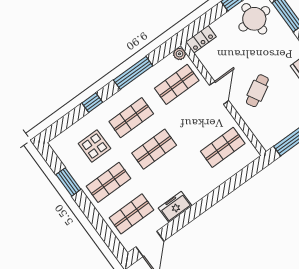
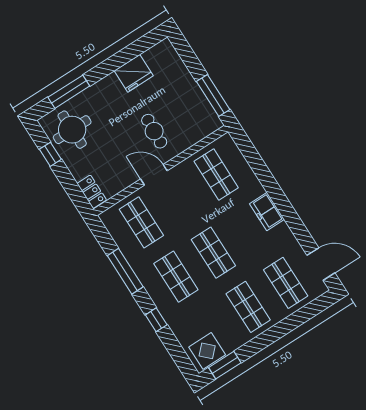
plant: (179, 54) -> (107, 217), removed
cafe table: (257, 91) -> (154, 131), turned 32
display table: (94, 146) -> (207, 351), moved
window: (68, 182) -> (225, 365), moved
freezer: (175, 207) -> (267, 211), moved

